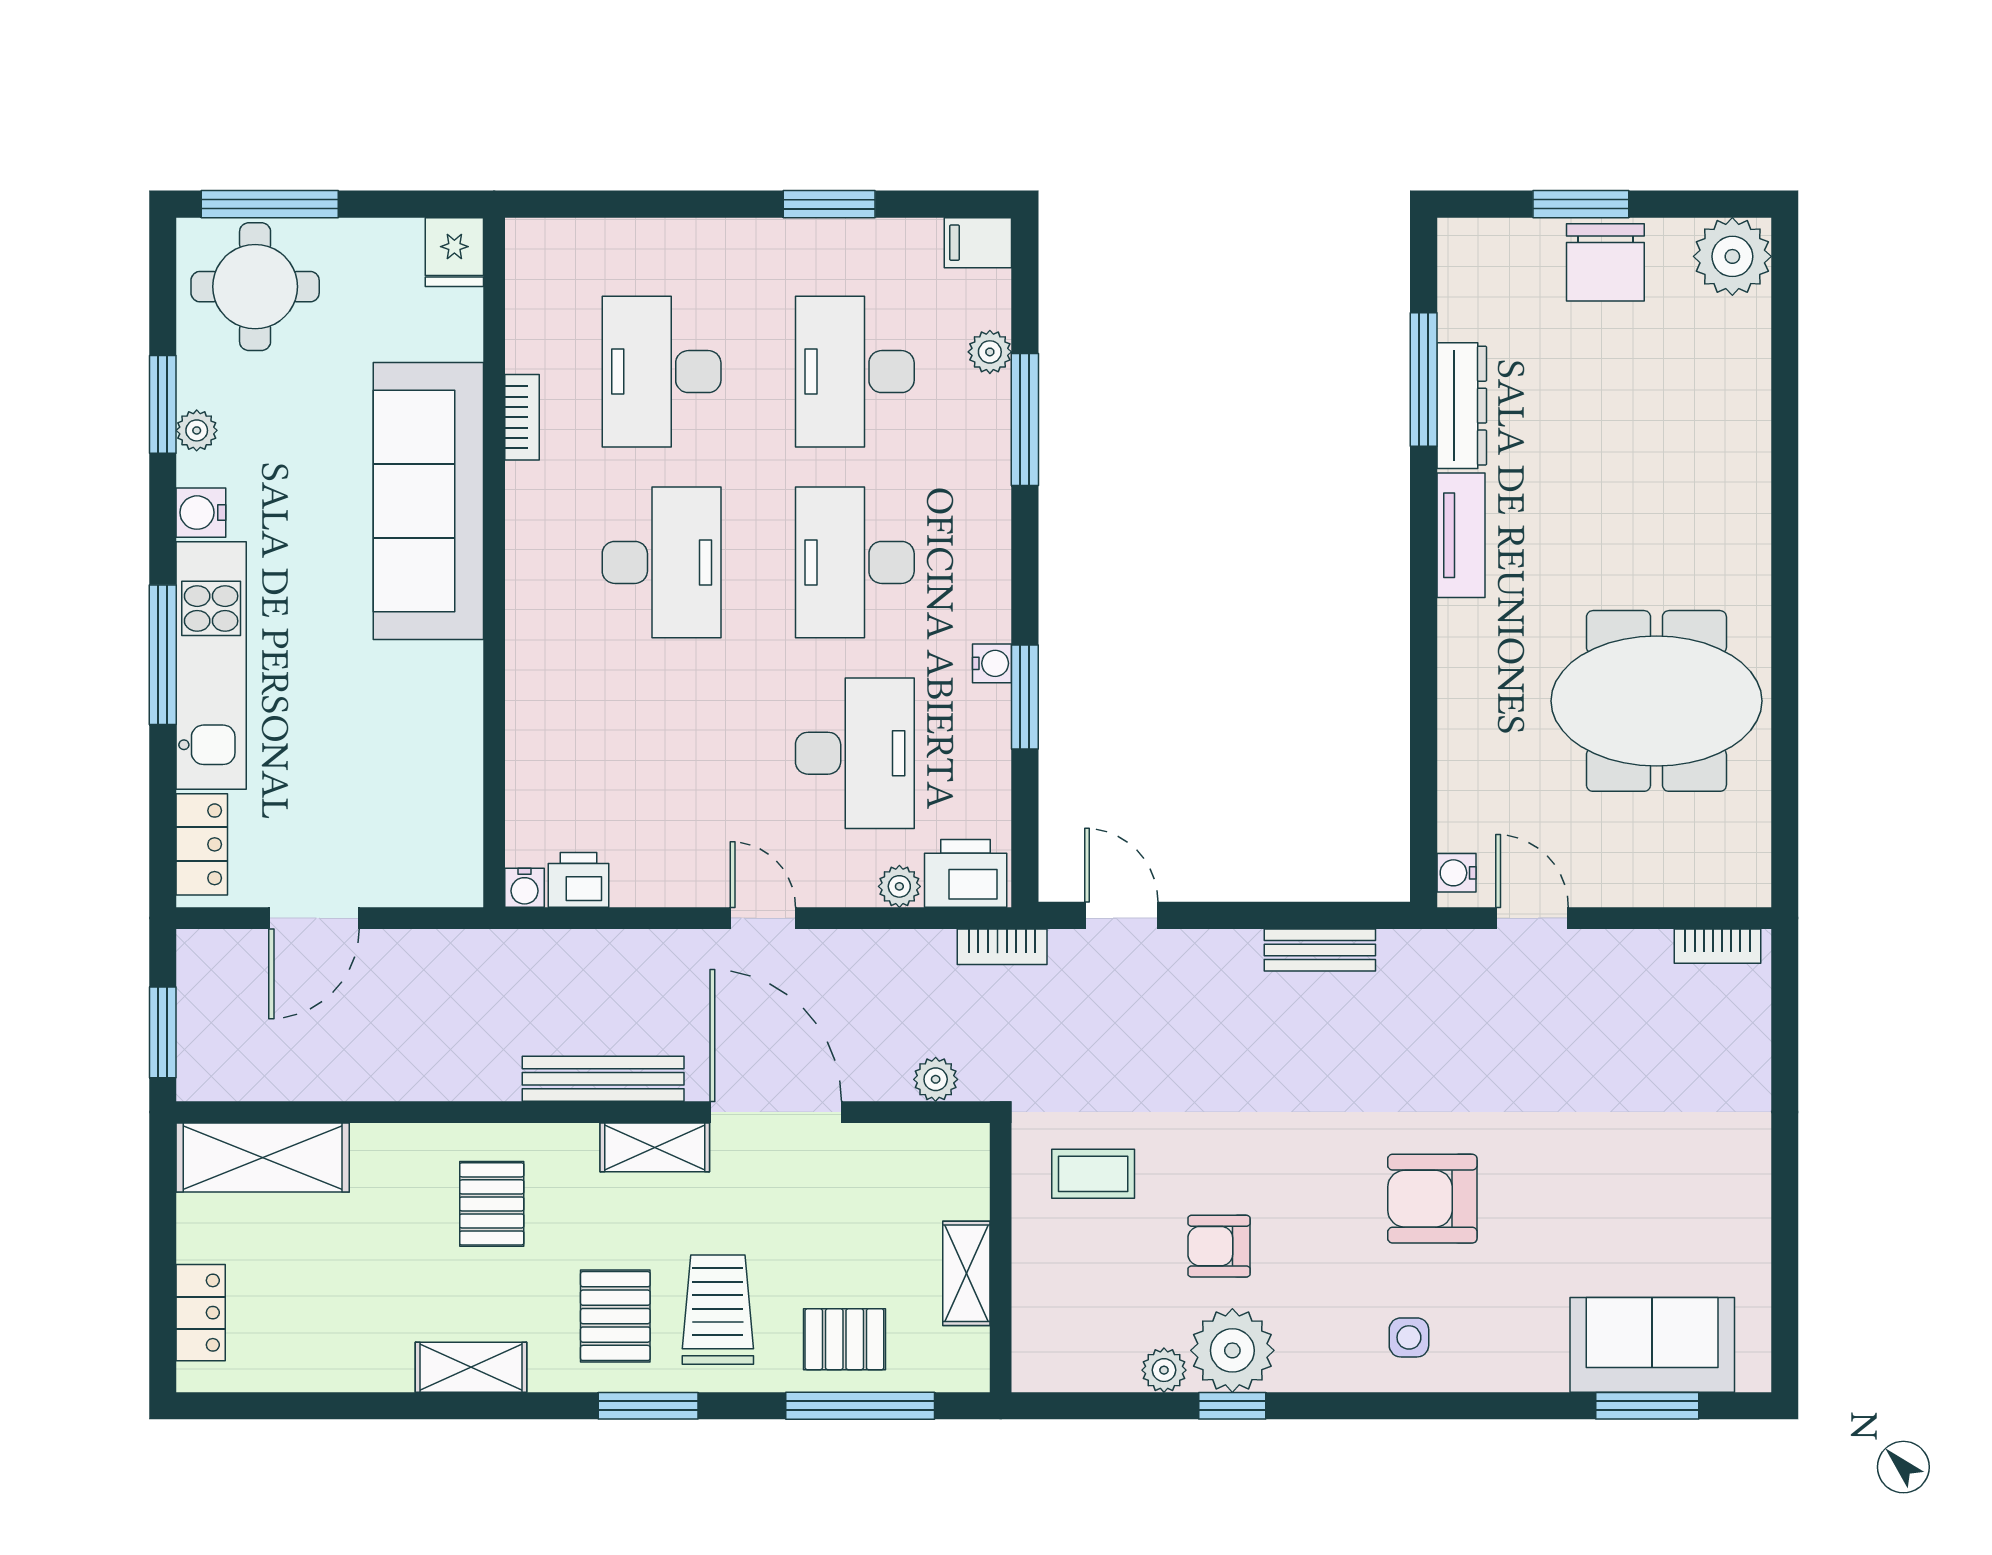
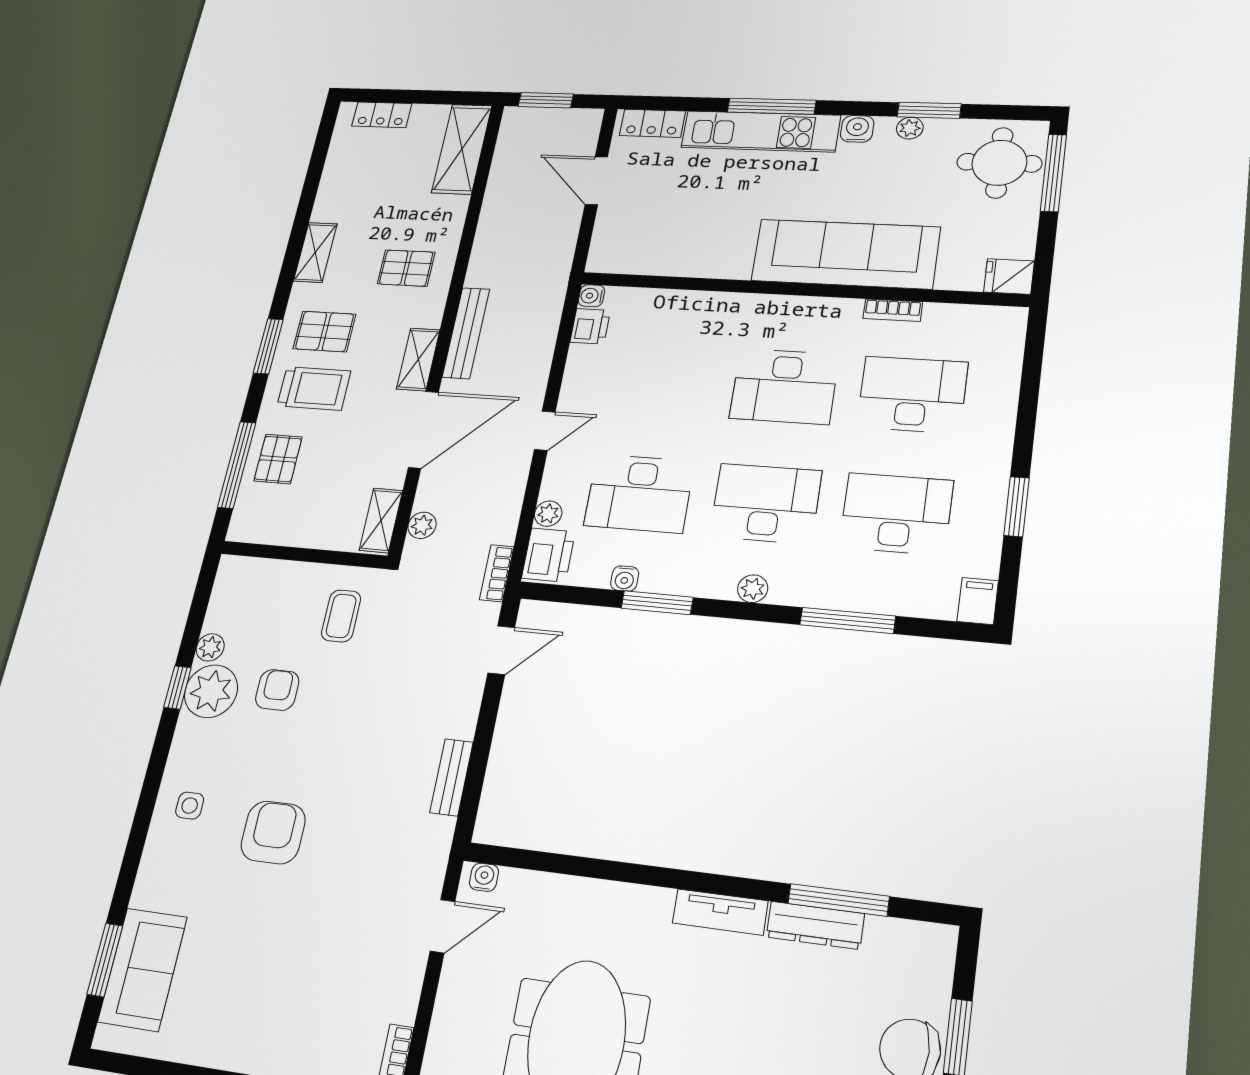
plant: (990, 352) -> (753, 589), moved
water cooler: (992, 663) -> (625, 578), moved
shelving: (966, 1273) -> (381, 520), moved, turned 90

